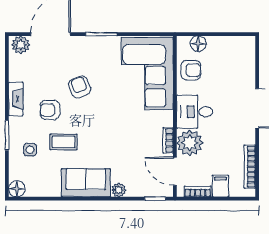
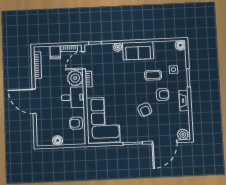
floor lamp: (198, 44) -> (58, 140), moved
door: (175, 171) -> (84, 60), swing flipped

